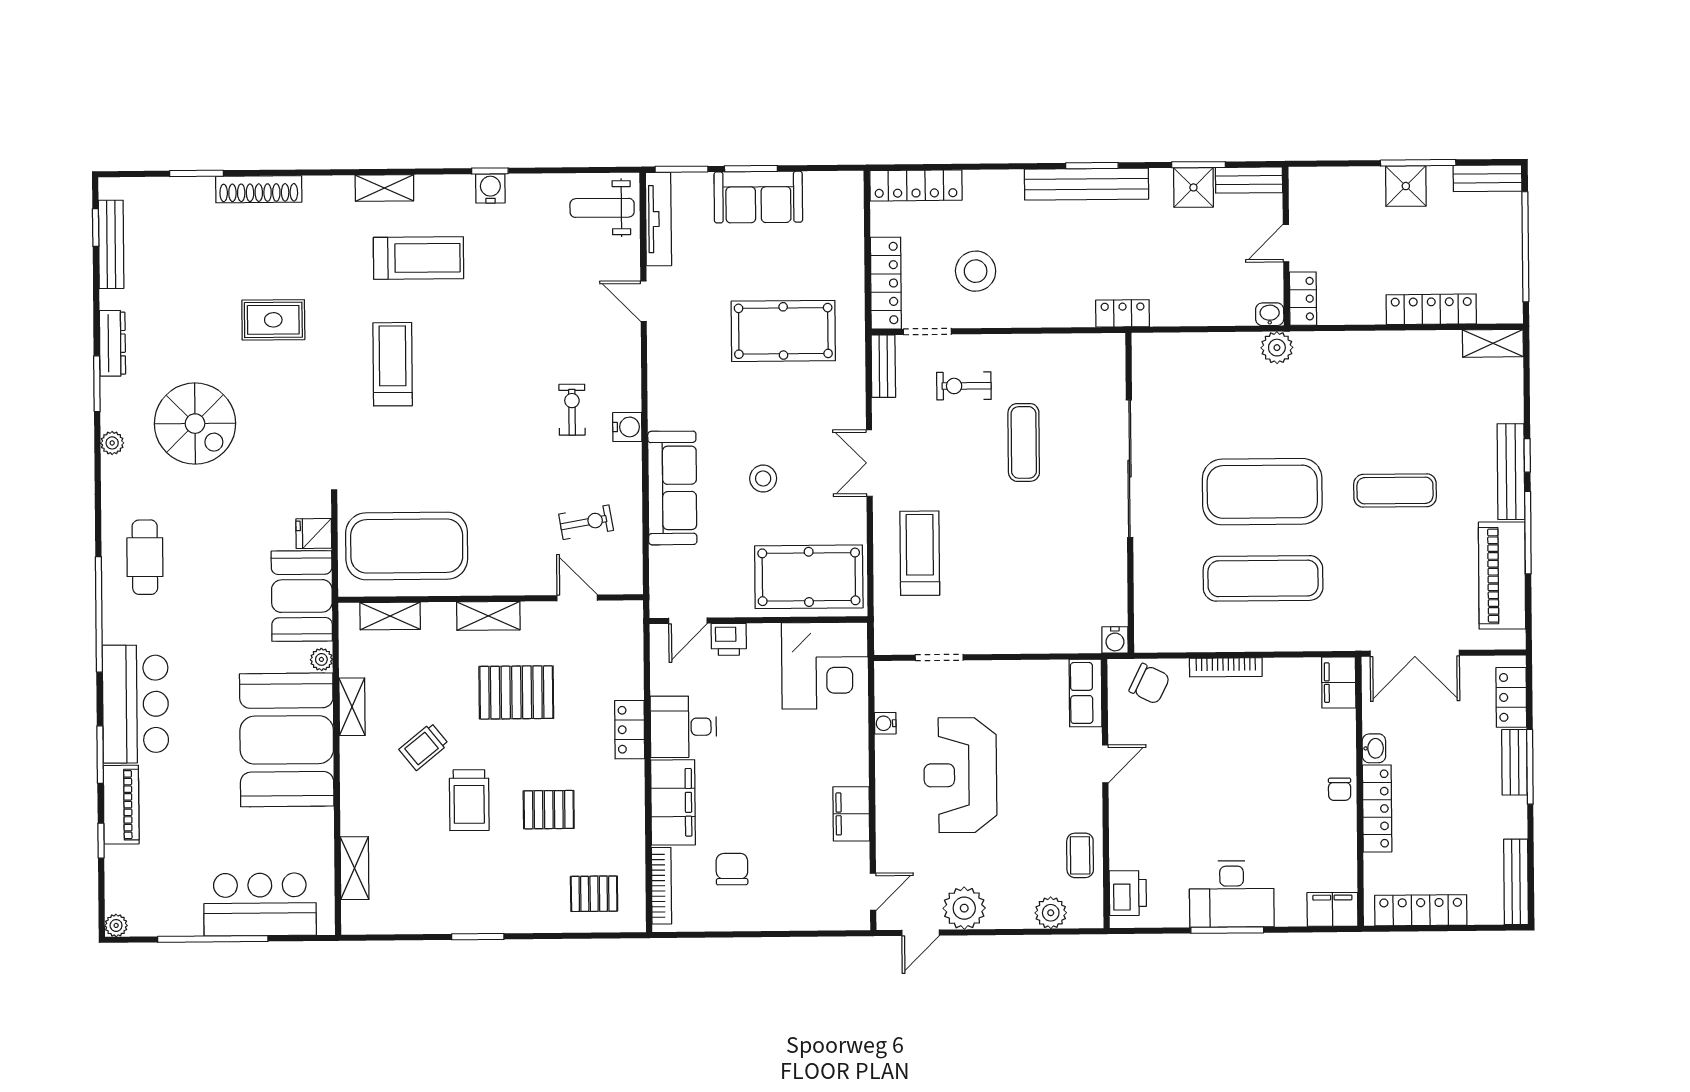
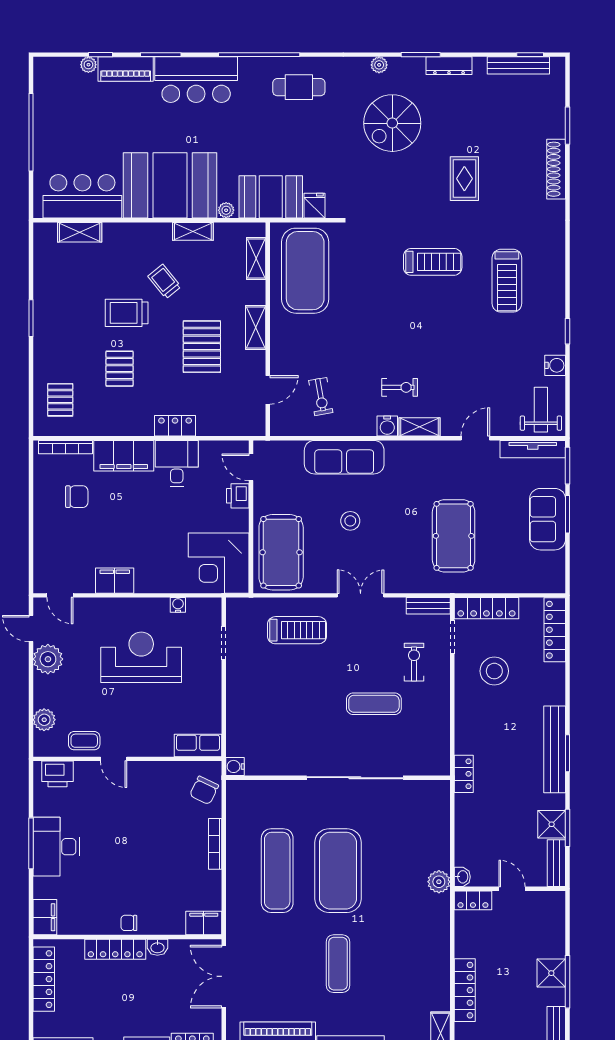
shelving: (384, 188) -> (419, 427), moved, turned 90
water cooler: (490, 188) -> (555, 365), moved
door: (1105, 764) -> (114, 759), moved
bar counter: (260, 904) -> (82, 196), moved, turned -90
plant: (116, 925) -> (88, 65), moved

